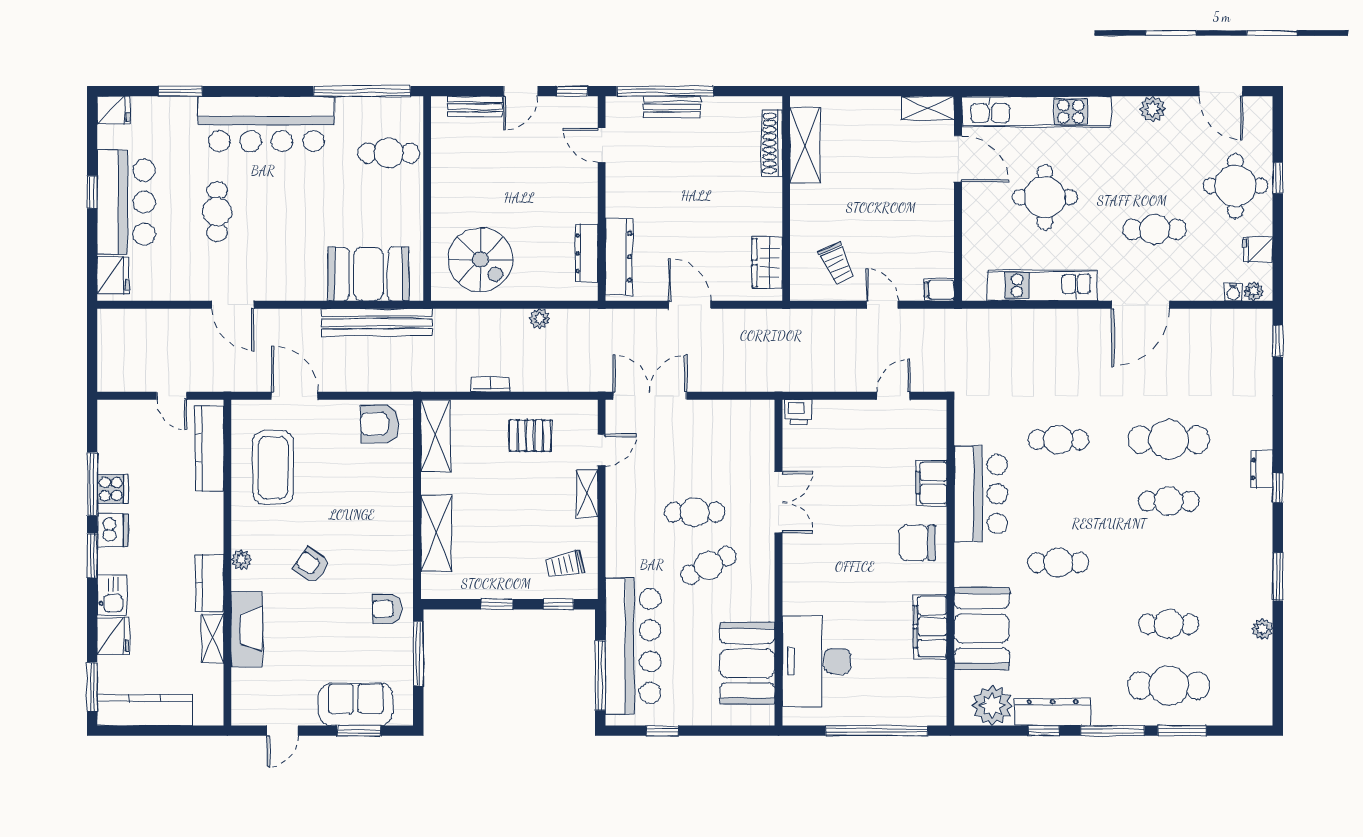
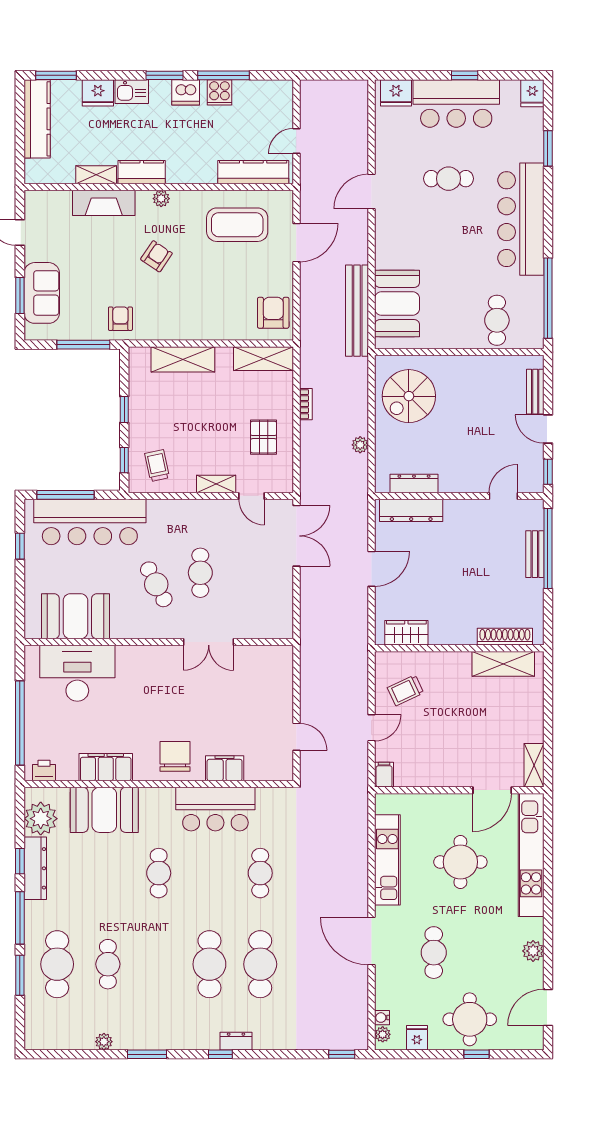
printer: (798, 412) -> (44, 771), moved, turned 90
cafe table: (1169, 501) -> (209, 964), width x1.37, depth x1.35

